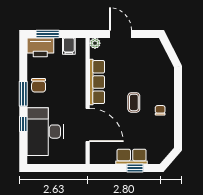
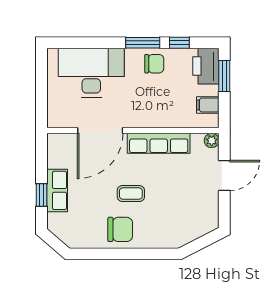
chair: (39, 85) -> (154, 64), turned 180
chair: (160, 110) -> (120, 229), width x1.87, depth x1.87
window: (23, 124) -> (179, 43), moved

